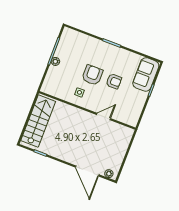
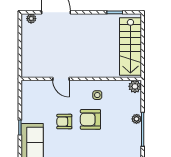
armchair: (92, 75) -> (90, 119), turned 90
plant: (47, 88) -> (135, 86), added
door: (104, 116) -> (61, 79), hinge flipped

